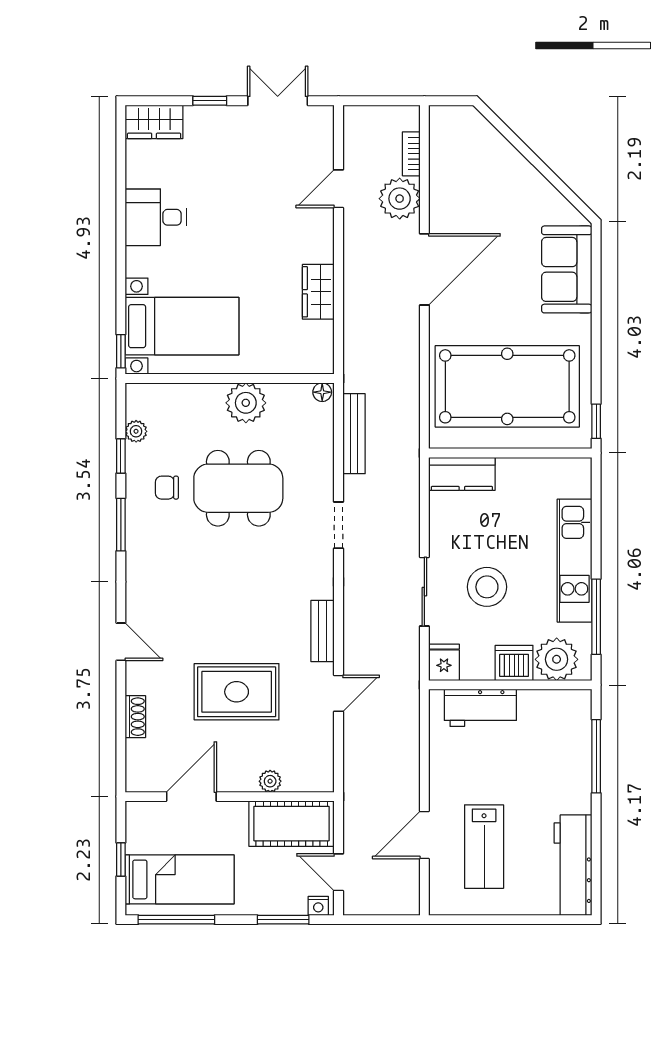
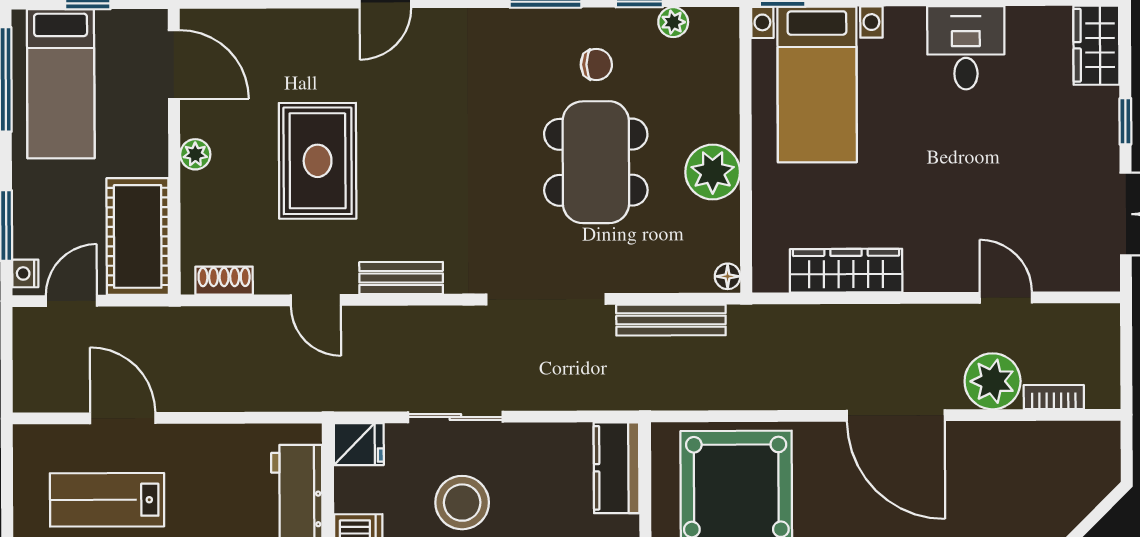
wardrobe: (318, 292) -> (846, 271), width x1.50
chair: (167, 488) -> (596, 65), turned 90
doorway: (338, 525) -> (546, 299), width x1.88
shoe rack: (135, 717) -> (224, 281), moved, turned 180
plant: (270, 781) -> (195, 154), moved
door: (191, 797) -> (174, 65), moved

